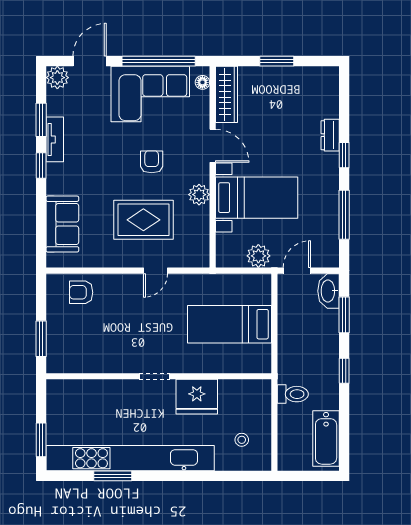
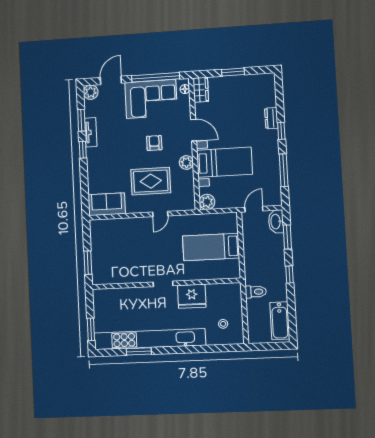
wardrobe: (226, 94) -> (201, 90), width x0.67
sofa: (62, 224) -> (107, 204), moved, turned -90
plant: (258, 256) -> (207, 202), moved
armchair: (81, 292) -> (112, 231), removed

